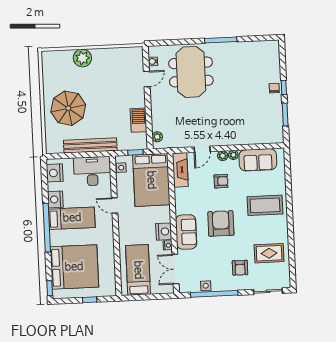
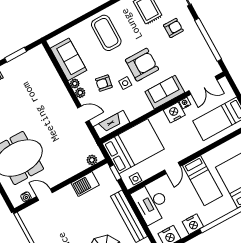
armchair: (221, 181) -> (104, 83), turned -80
bed: (72, 218) -> (202, 181), moved, turned 180
armchair: (221, 223) -> (142, 65), turned 180
side table: (206, 286) -> (125, 83), moved

